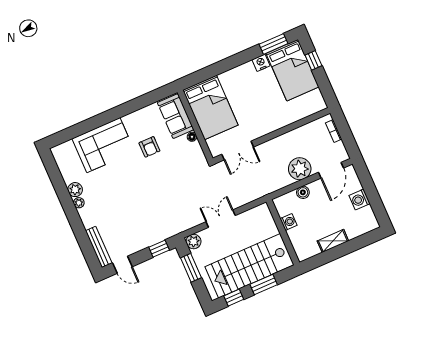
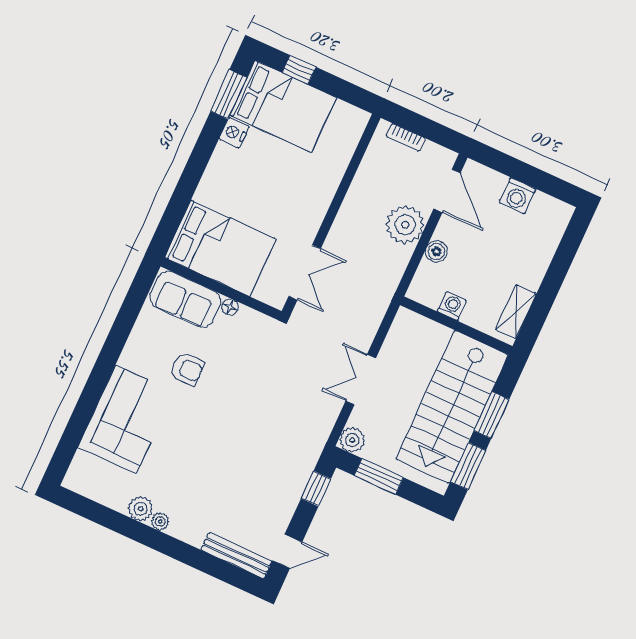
shelving: (333, 241) -> (516, 312), moved
window: (234, 298) -> (468, 466), width x1.50

